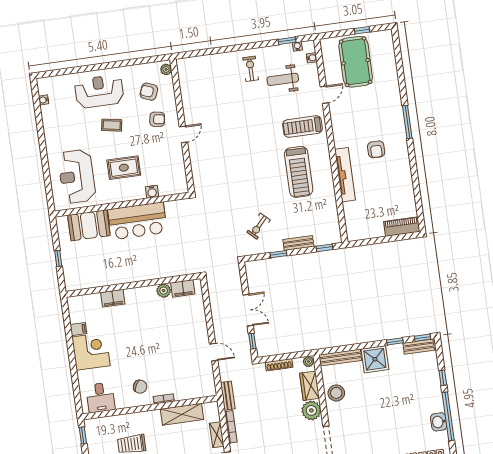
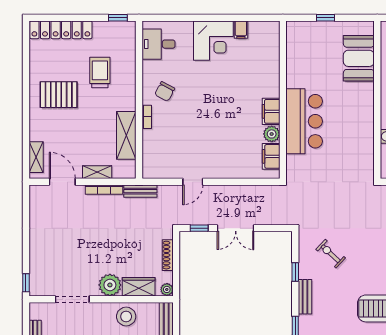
bar counter: (138, 221) -> (304, 121), moved, turned 180
filing cabinet: (113, 298) -> (271, 111), moved

